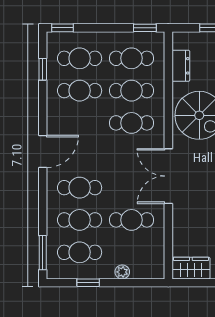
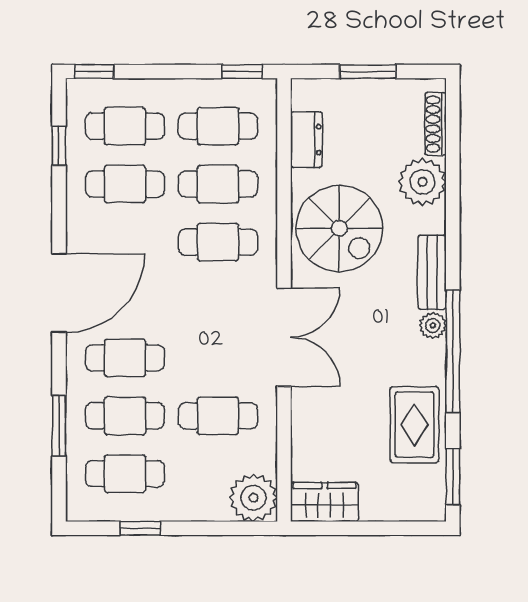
door: (43, 151) -> (59, 293), width x1.36
double door: (168, 176) -> (284, 337), swing flipped
window: (43, 253) -> (59, 426), moved
plant: (122, 272) -> (253, 498), moved, width x1.87, depth x1.87

